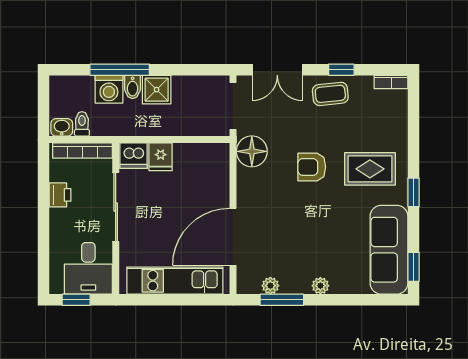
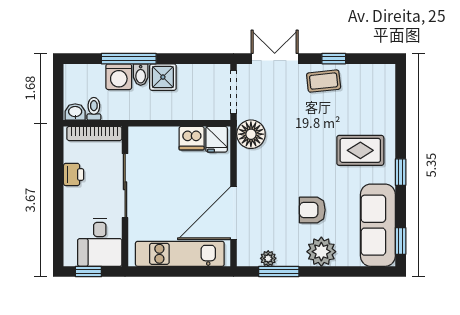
double door: (277, 70) -> (275, 59), swing flipped
bookcase: (391, 82) -> (380, 70), removed
dishwasher: (134, 156) -> (192, 138), moved
fridge: (161, 157) -> (217, 139), moved
armchair: (312, 167) -> (312, 210), moved
plant: (320, 286) -> (321, 252), width x1.87, depth x1.87

